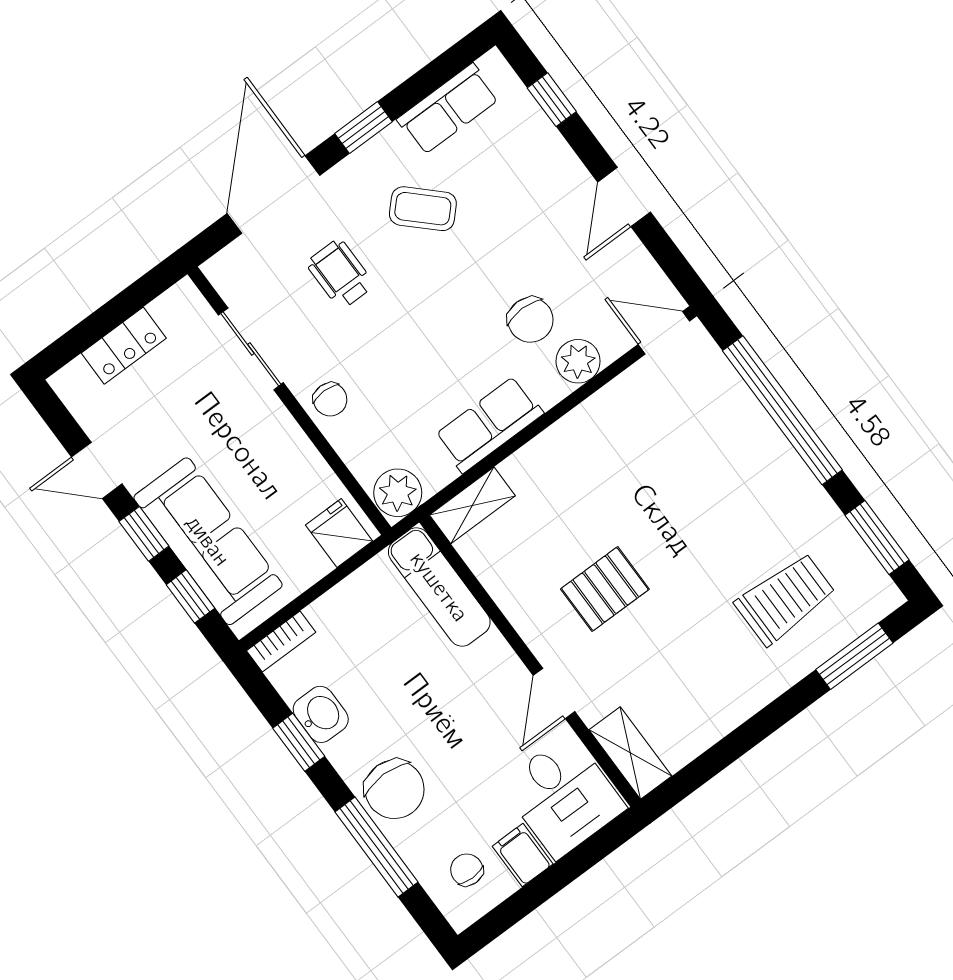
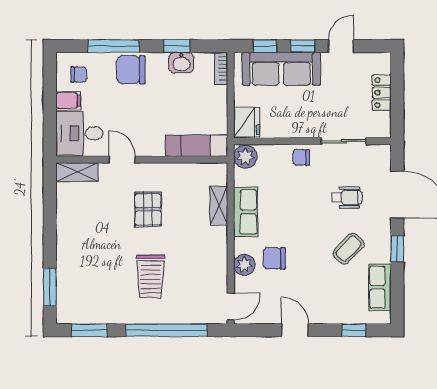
shelving: (472, 505) -> (219, 205), moved
fridge: (339, 533) -> (247, 122), width x1.38
trolley: (785, 599) -> (151, 276), moved

